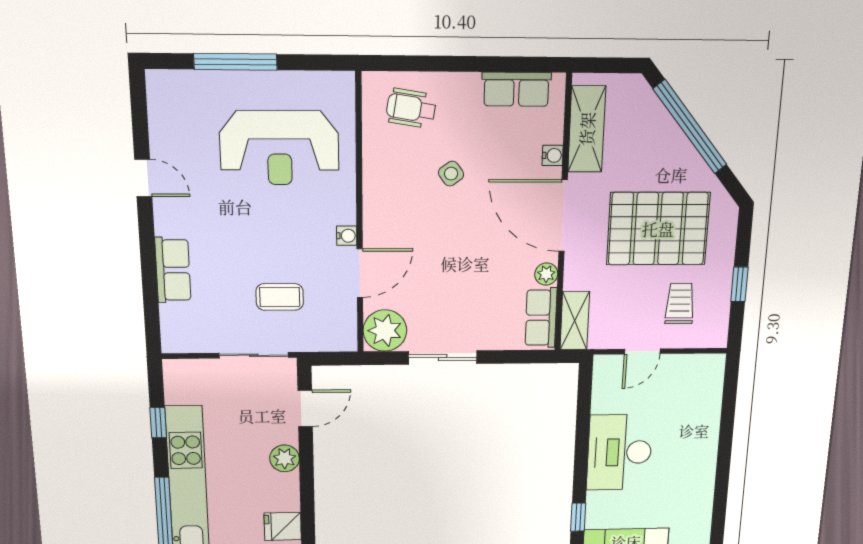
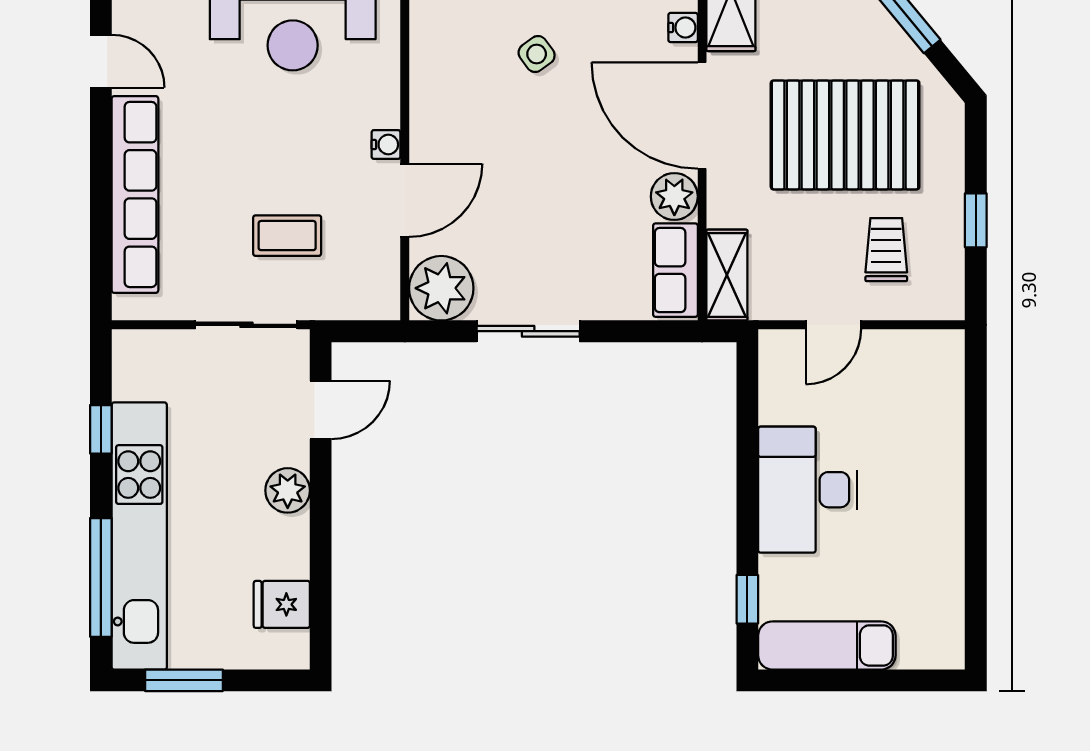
row of seats: (173, 270) -> (135, 194), width x2.02
plant: (546, 274) -> (674, 196), width x1.38, depth x1.38

